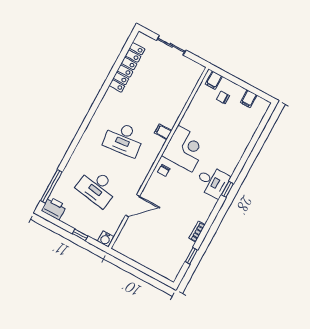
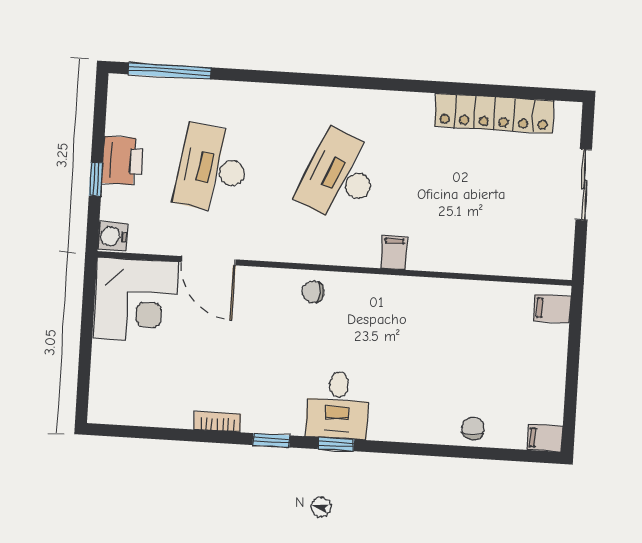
chair: (223, 97) -> (473, 428), moved
filing cabinet: (249, 99) -> (545, 438), moved
desk: (124, 139) -> (340, 177), turned 30
corner desk: (185, 149) -> (136, 300), moved
printer: (54, 208) -> (122, 161), moved
window: (191, 256) -> (271, 440), moved

